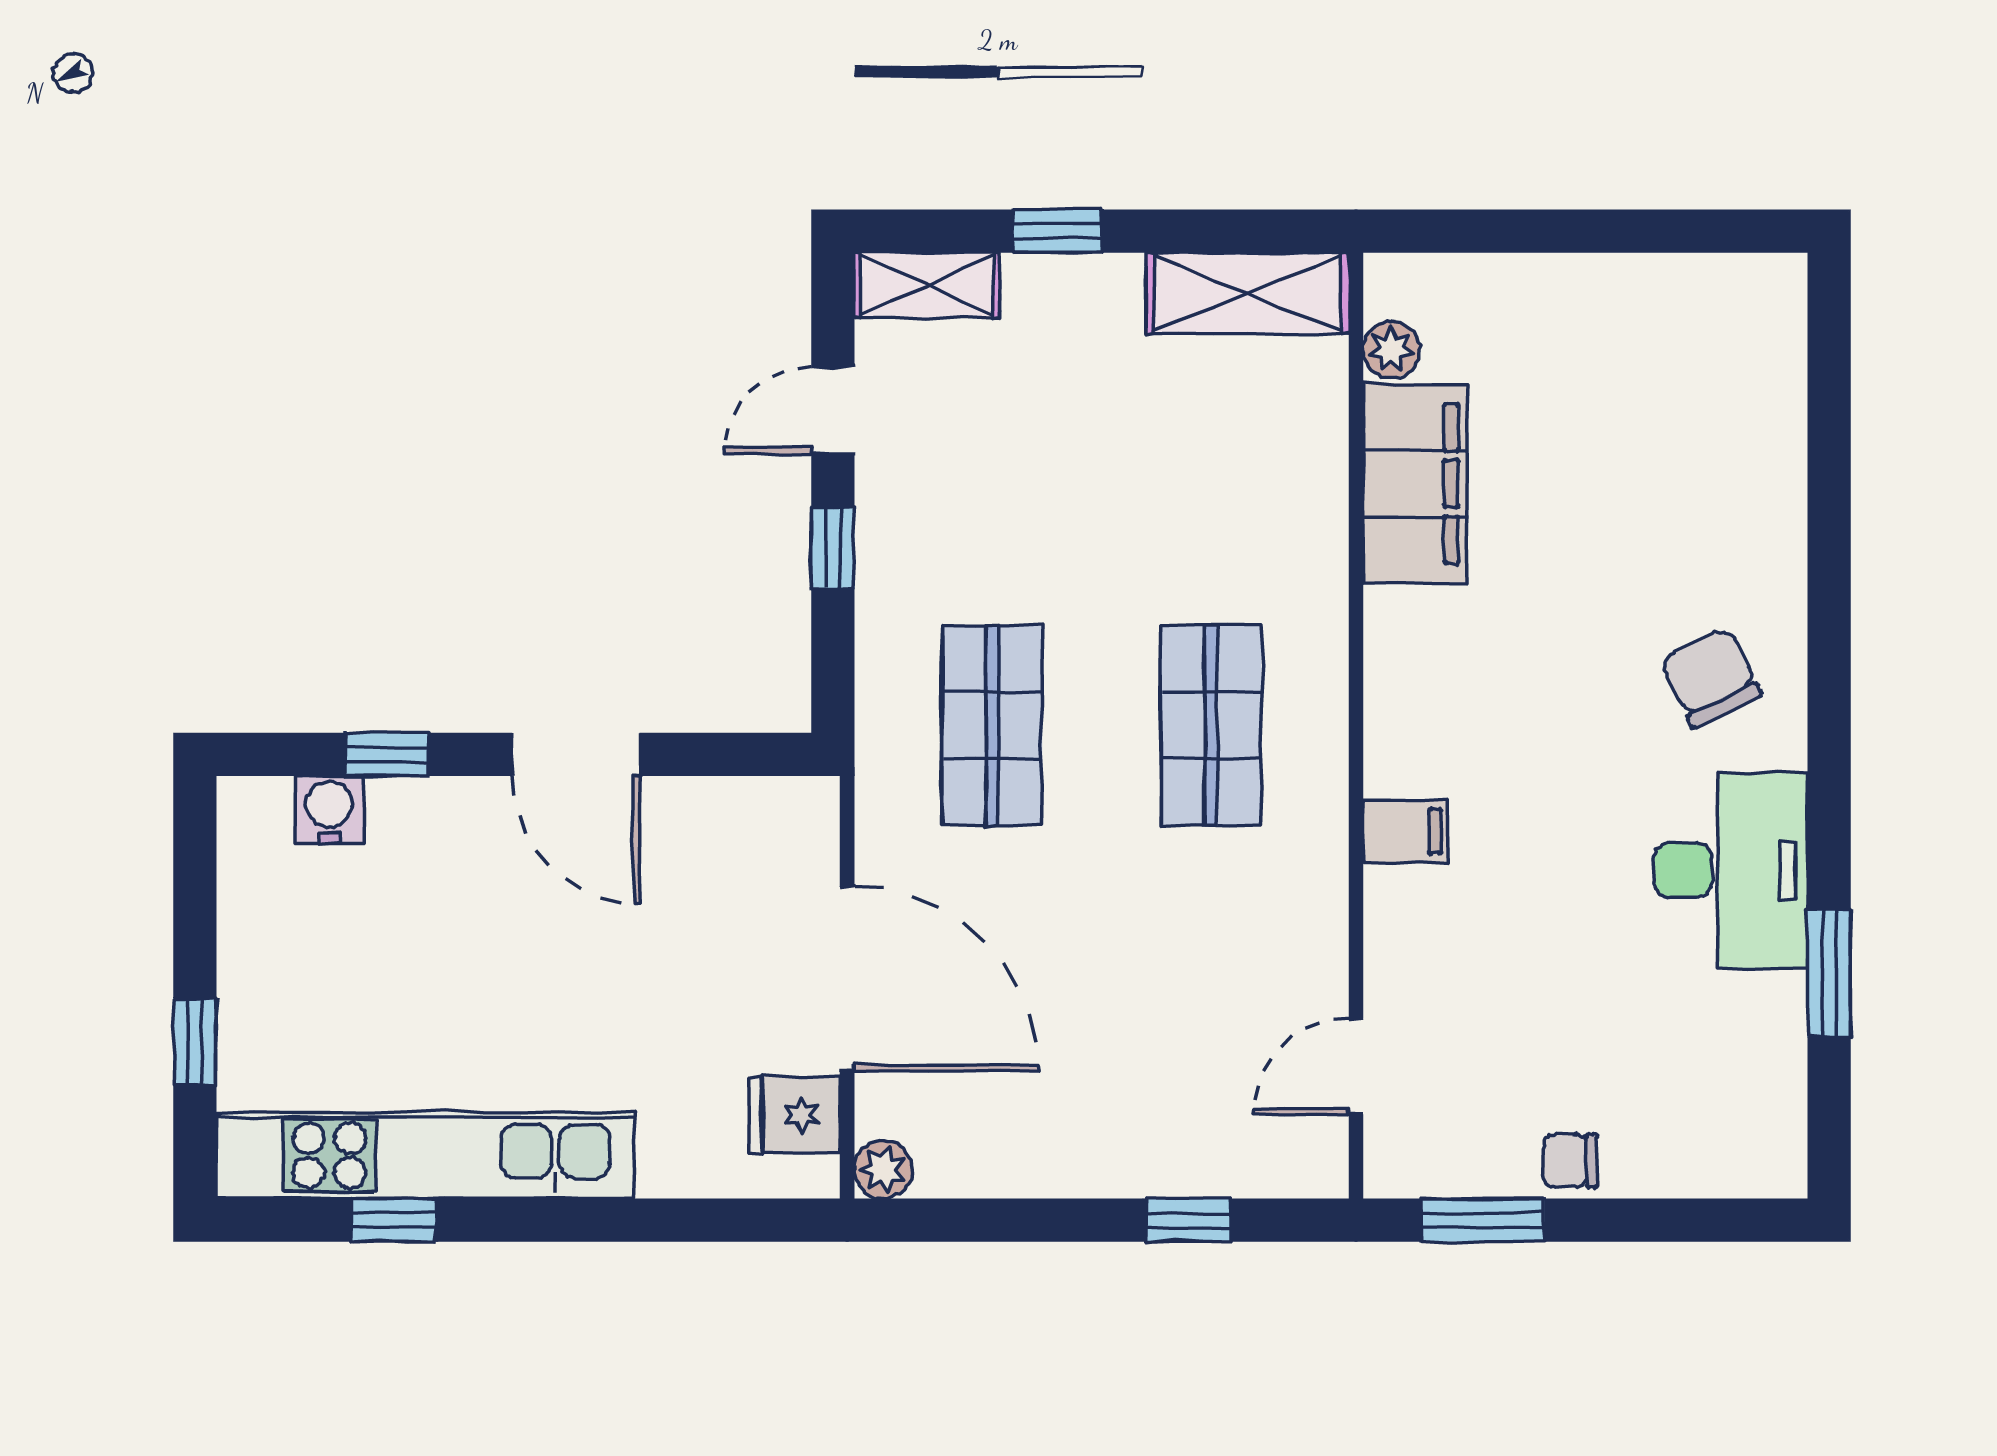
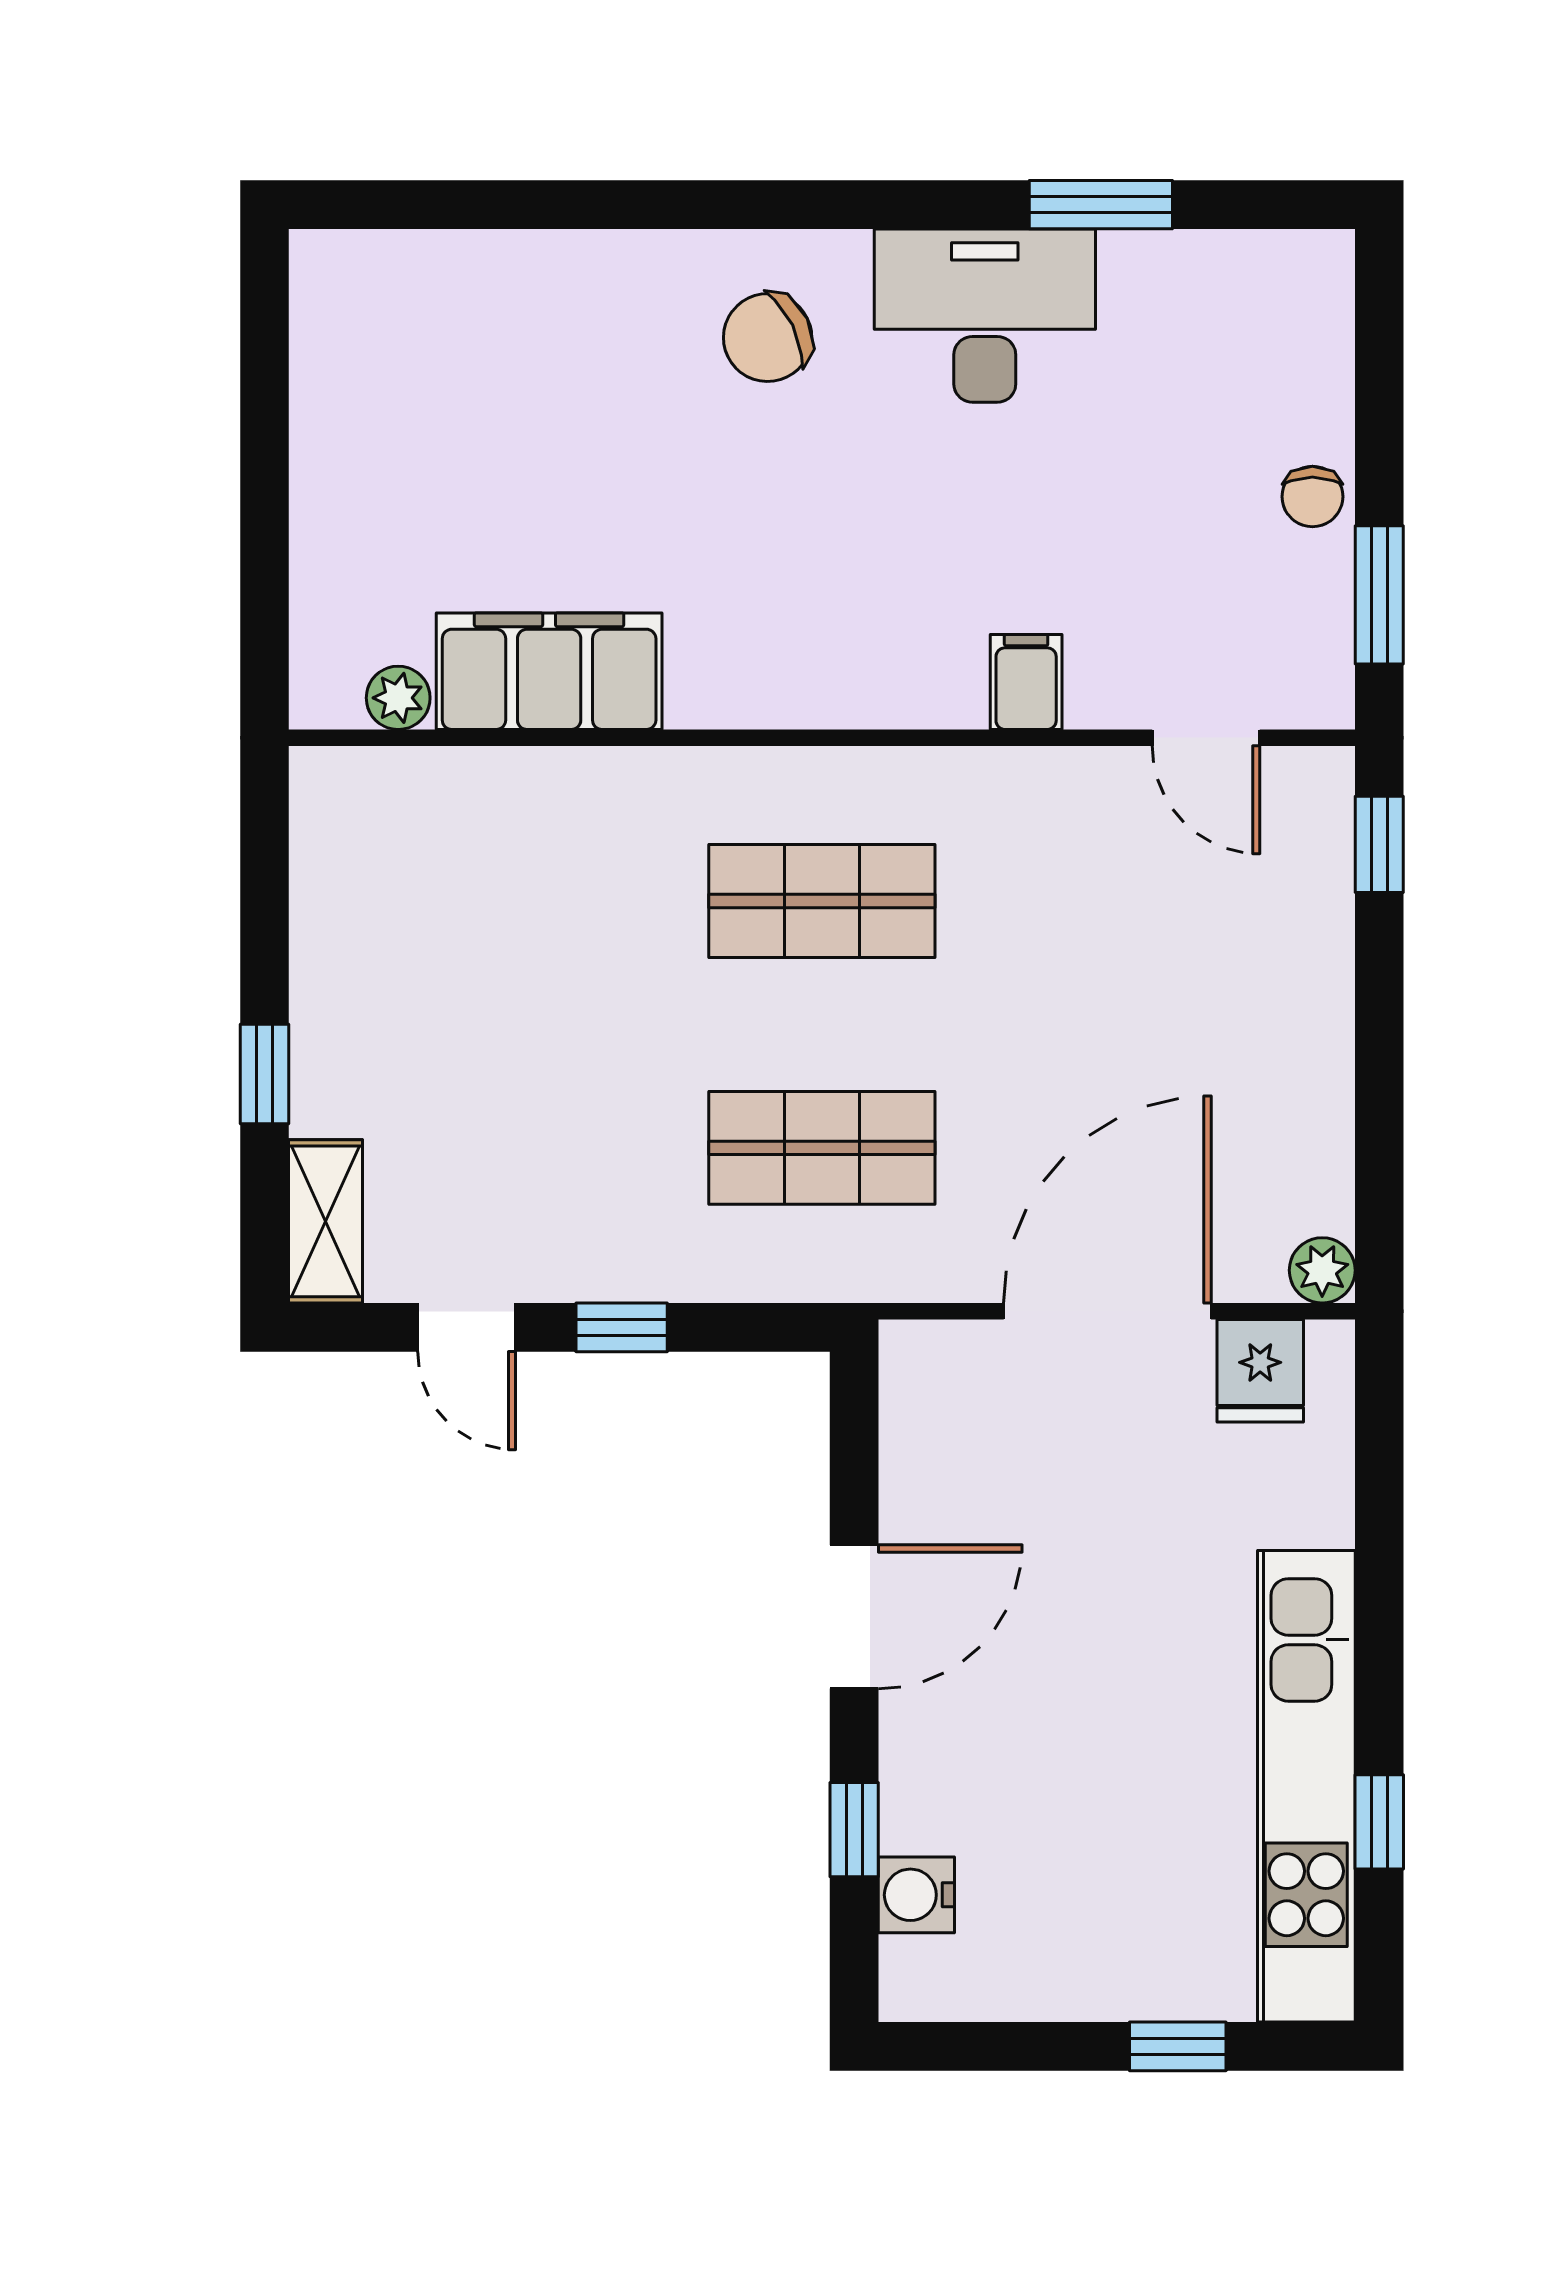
shelving: (1247, 293) -> (335, 860), removed
filing cabinet: (1405, 831) -> (1026, 682), moved
window: (1188, 1220) -> (1379, 844), moved

